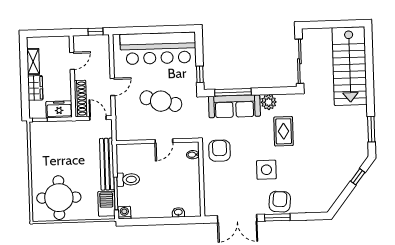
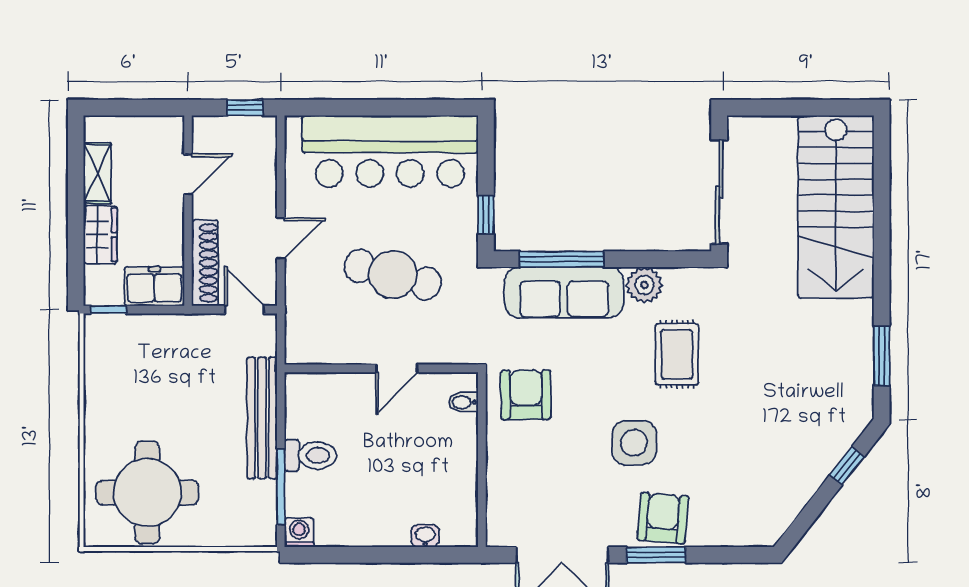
barbecue: (106, 204) -> (258, 510), removed

